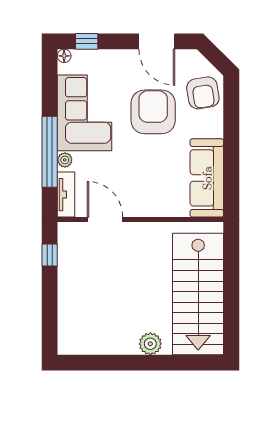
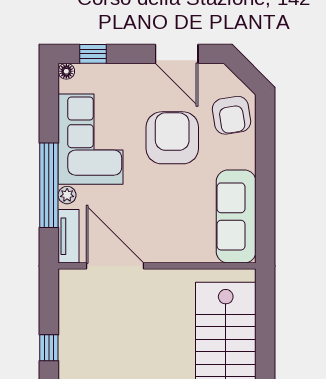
door: (105, 219) -> (115, 266), width x1.36
window: (50, 255) -> (49, 348), moved

